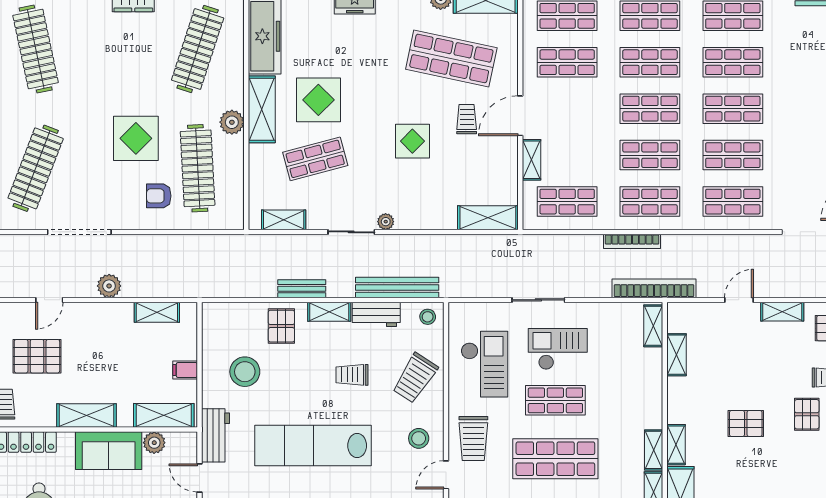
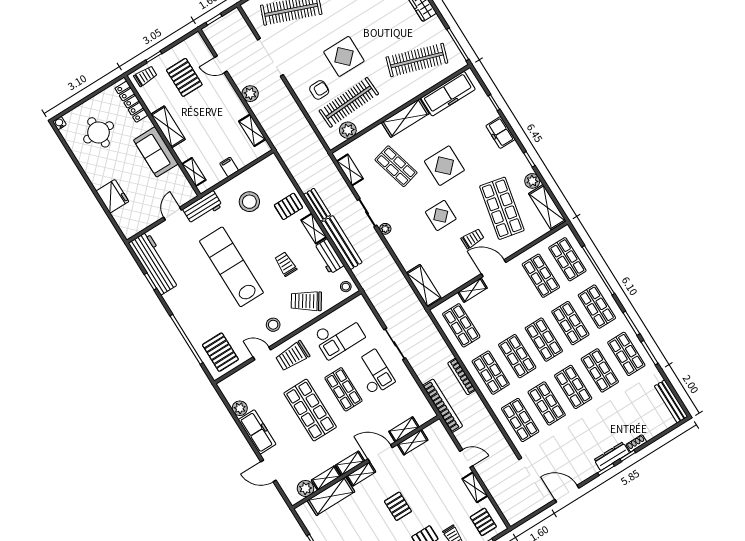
display table: (318, 100) -> (444, 166), moved
plant: (232, 122) -> (348, 130), moved
armchair: (159, 196) -> (319, 90), turned 90
bench: (397, 287) -> (342, 243), moved
shelving: (653, 326) -> (404, 429), moved
door: (665, 404) -> (380, 453), added
shelving: (164, 415) -> (194, 172), width x0.67, depth x0.75
plant: (154, 443) -> (177, 175), removed

